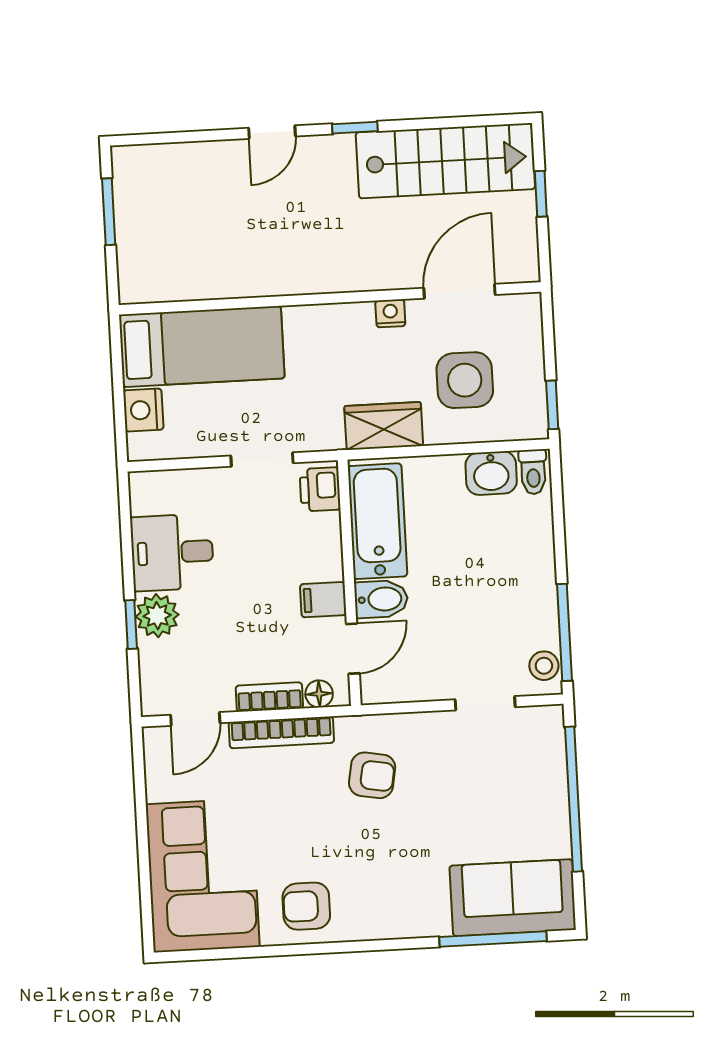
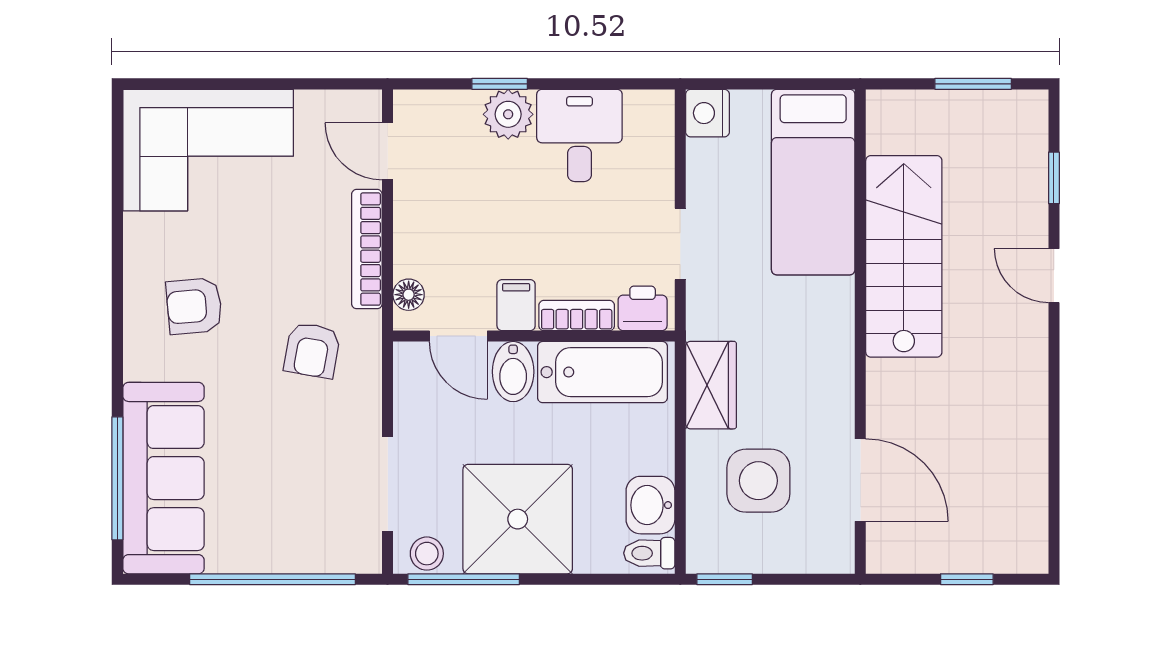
window: (355, 128) -> (1054, 178), moved
stairs: (445, 161) -> (904, 256), moved, turned 180
nightstand: (390, 313) -> (839, 400), removed
nightstand: (143, 410) -> (707, 113), moved, turned -90
shower: (510, 588) -> (518, 519), added
bookcase: (269, 697) -> (577, 316), moved, turned -90
doorway: (485, 703) -> (388, 484), width x1.38
sofa: (513, 898) -> (163, 478), width x1.36
armchair: (306, 906) -> (194, 306), moved, turned -95

